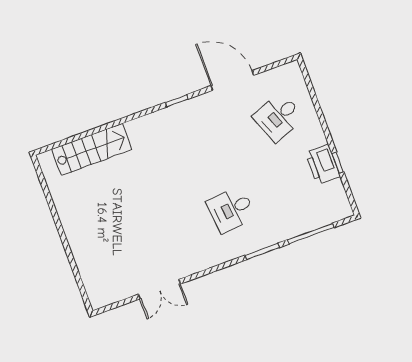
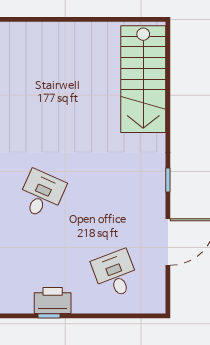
stairs: (92, 149) -> (143, 79), width x1.36, depth x1.51
desk: (231, 209) -> (42, 194), turned 30

